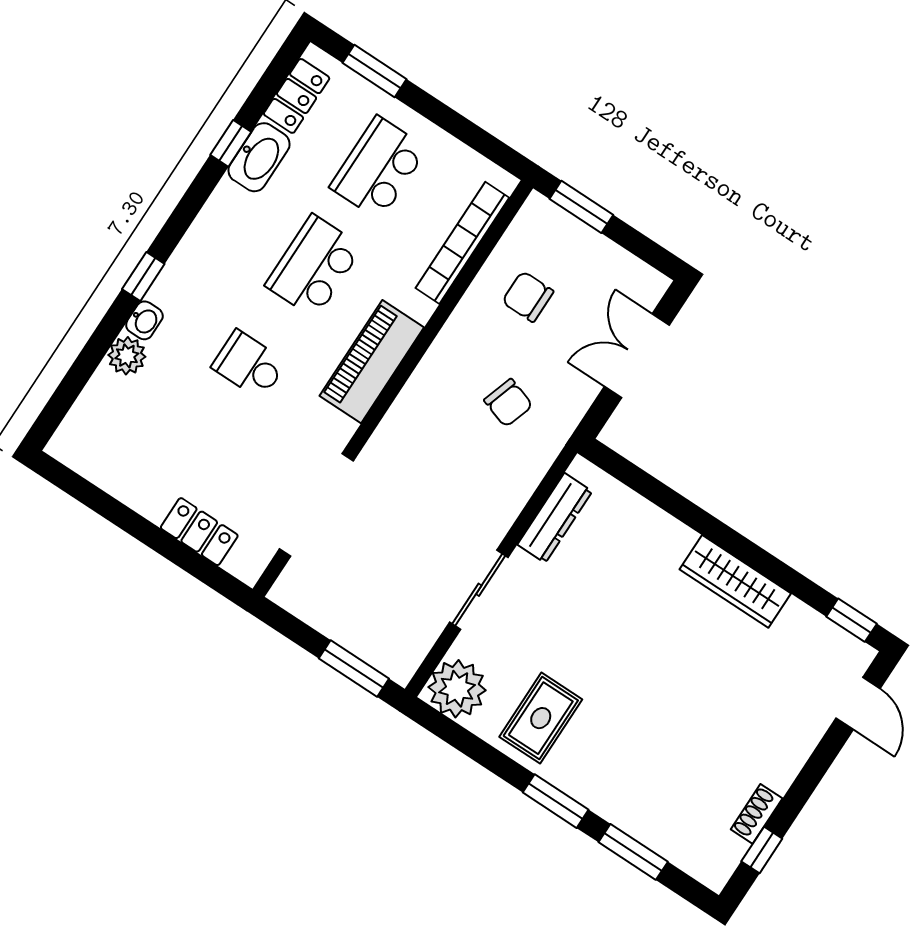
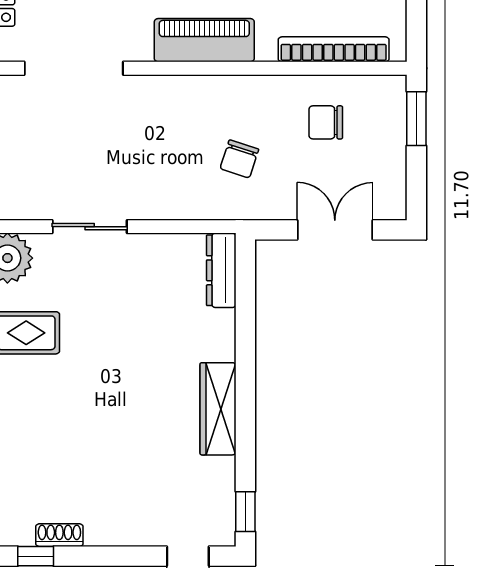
chair: (528, 297) -> (326, 122), turned -90
dresser: (555, 518) -> (221, 270), moved, turned 90

